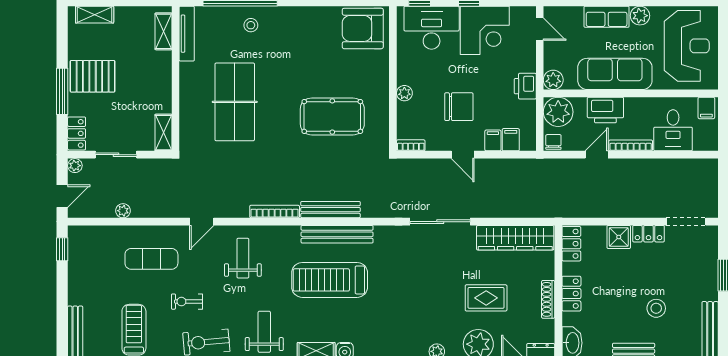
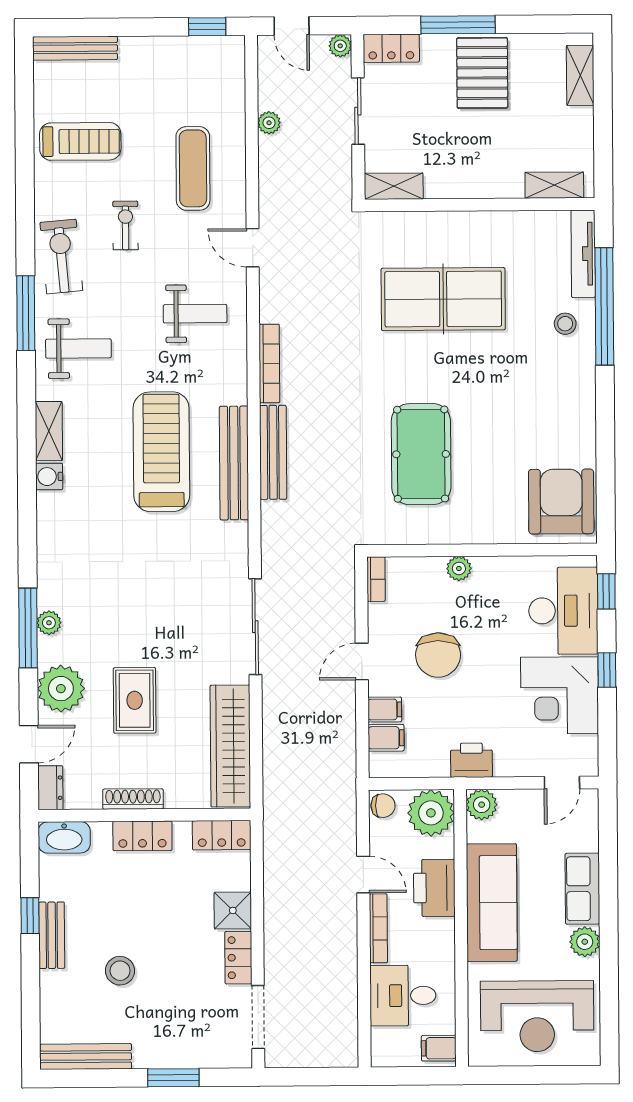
tv unit: (187, 34) -> (583, 254), moved, turned 90

